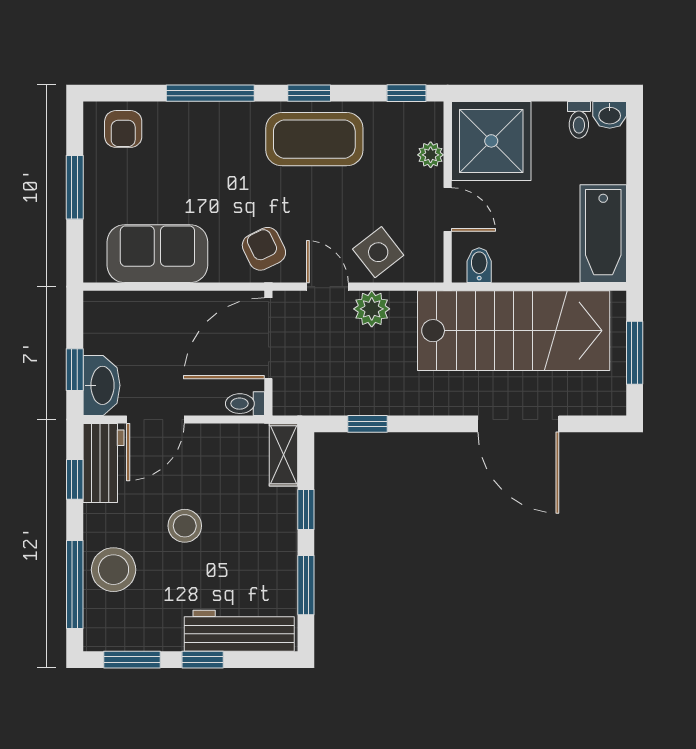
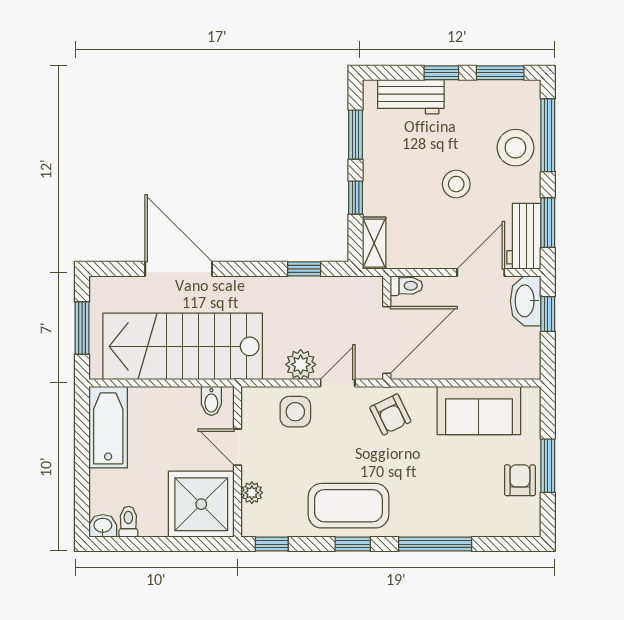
armchair: (123, 129) -> (520, 480), moved
side table: (378, 252) -> (295, 412), turned 38
door: (327, 287) -> (338, 383), swing flipped
window: (75, 479) -> (548, 223), width x1.50
workbench: (239, 631) -> (411, 97), width x0.73

